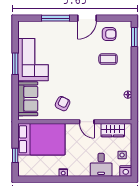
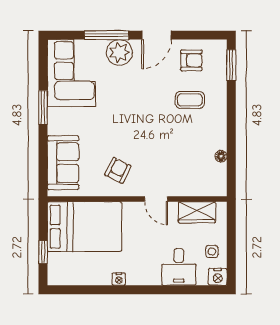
plant: (63, 29) -> (119, 52), added
corner sofa: (33, 60) -> (71, 73), moved

